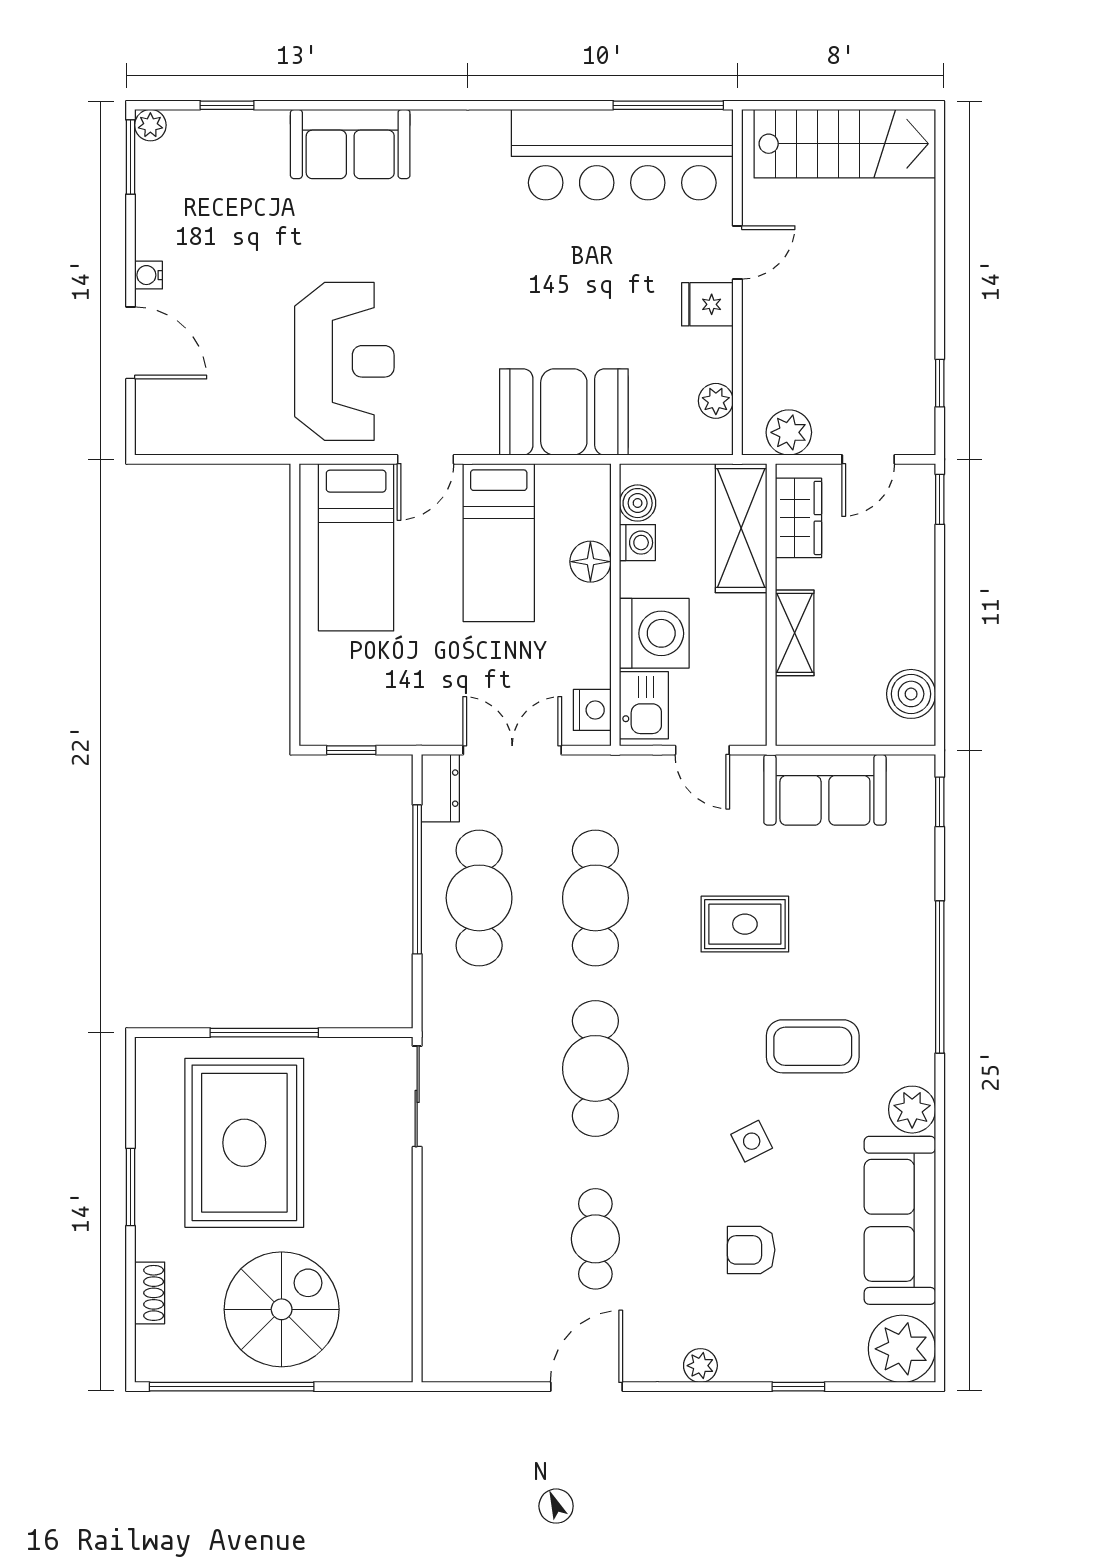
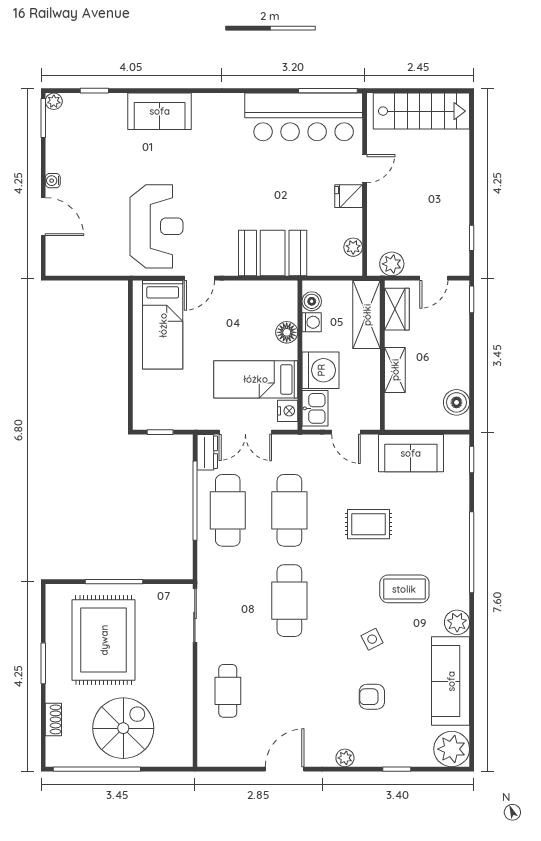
bed: (499, 543) -> (256, 379), moved, turned 90
double door: (512, 750) -> (245, 432), swing flipped
cafe table: (595, 1239) -> (228, 691), moved

